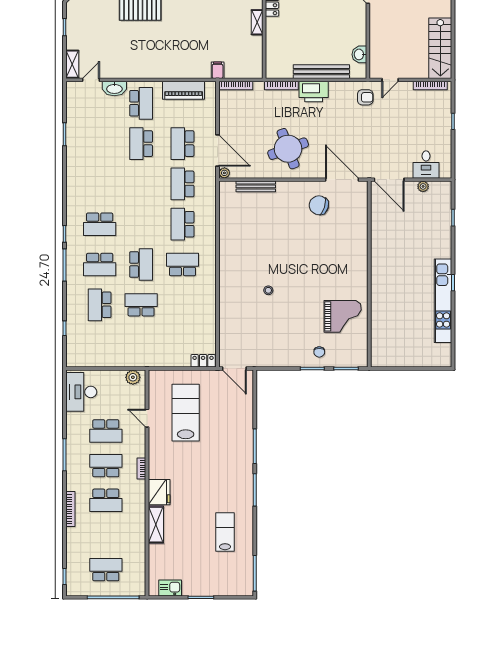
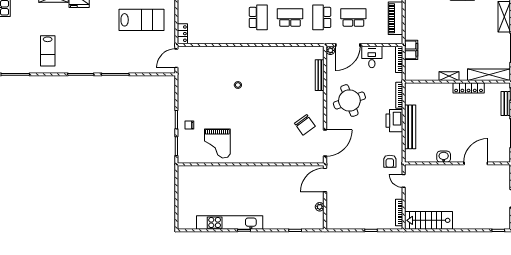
washbasin: (359, 54) -> (444, 157), moved
filing cabinet: (218, 70) -> (411, 50), width x2.00
desk: (426, 165) -> (372, 57), moved, turned 90
school desk: (182, 184) -> (322, 17), turned -90
chair: (319, 205) -> (305, 125), turned 126
lab bench: (225, 532) -> (48, 51), turned 90

